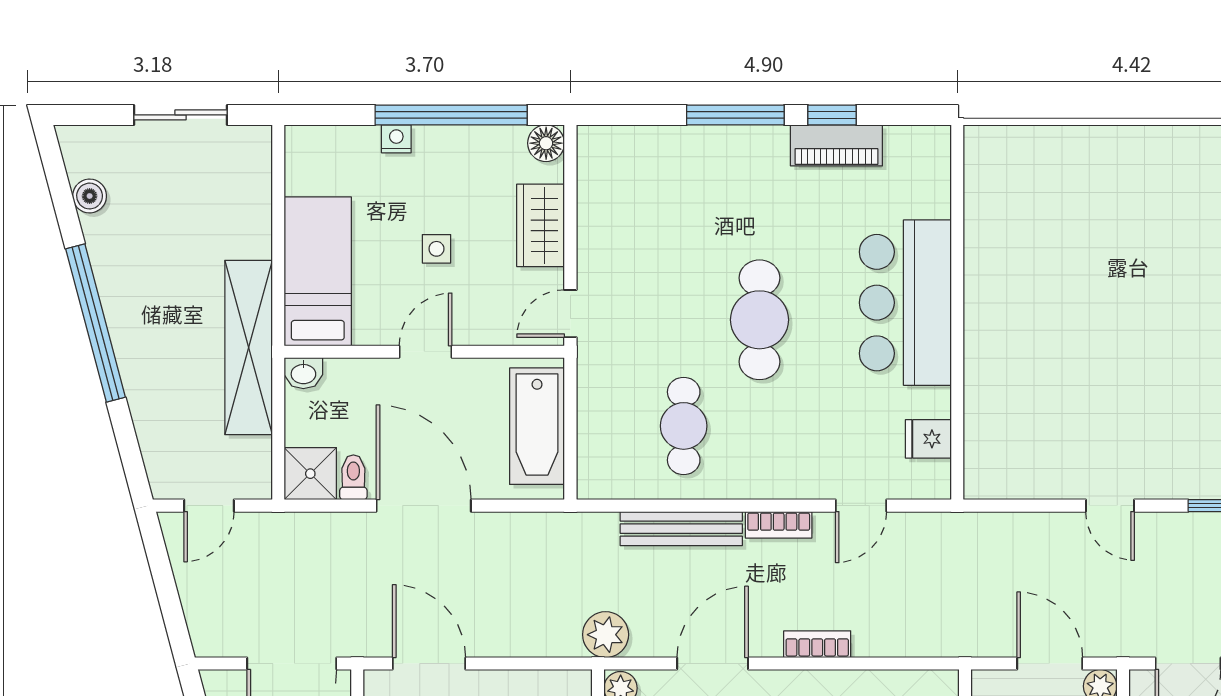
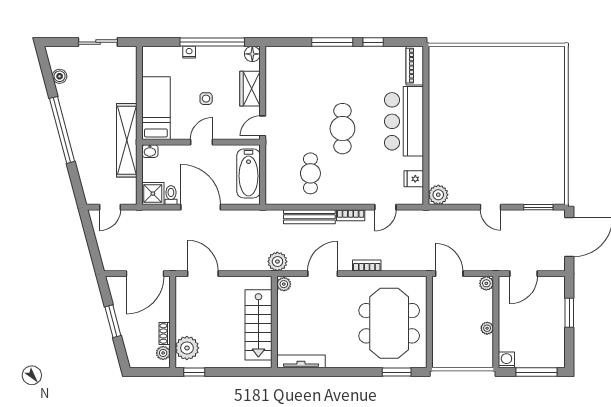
piano: (836, 145) -> (415, 66), moved, turned 90
plant: (986, 477) -> (438, 195), added
door: (1050, 664) -> (449, 274), moved

